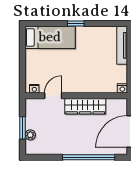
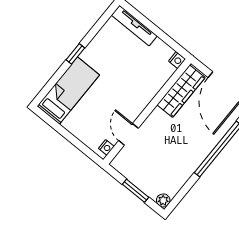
wardrobe: (85, 106) -> (181, 91), moved
plant: (30, 135) -> (163, 200), moved

